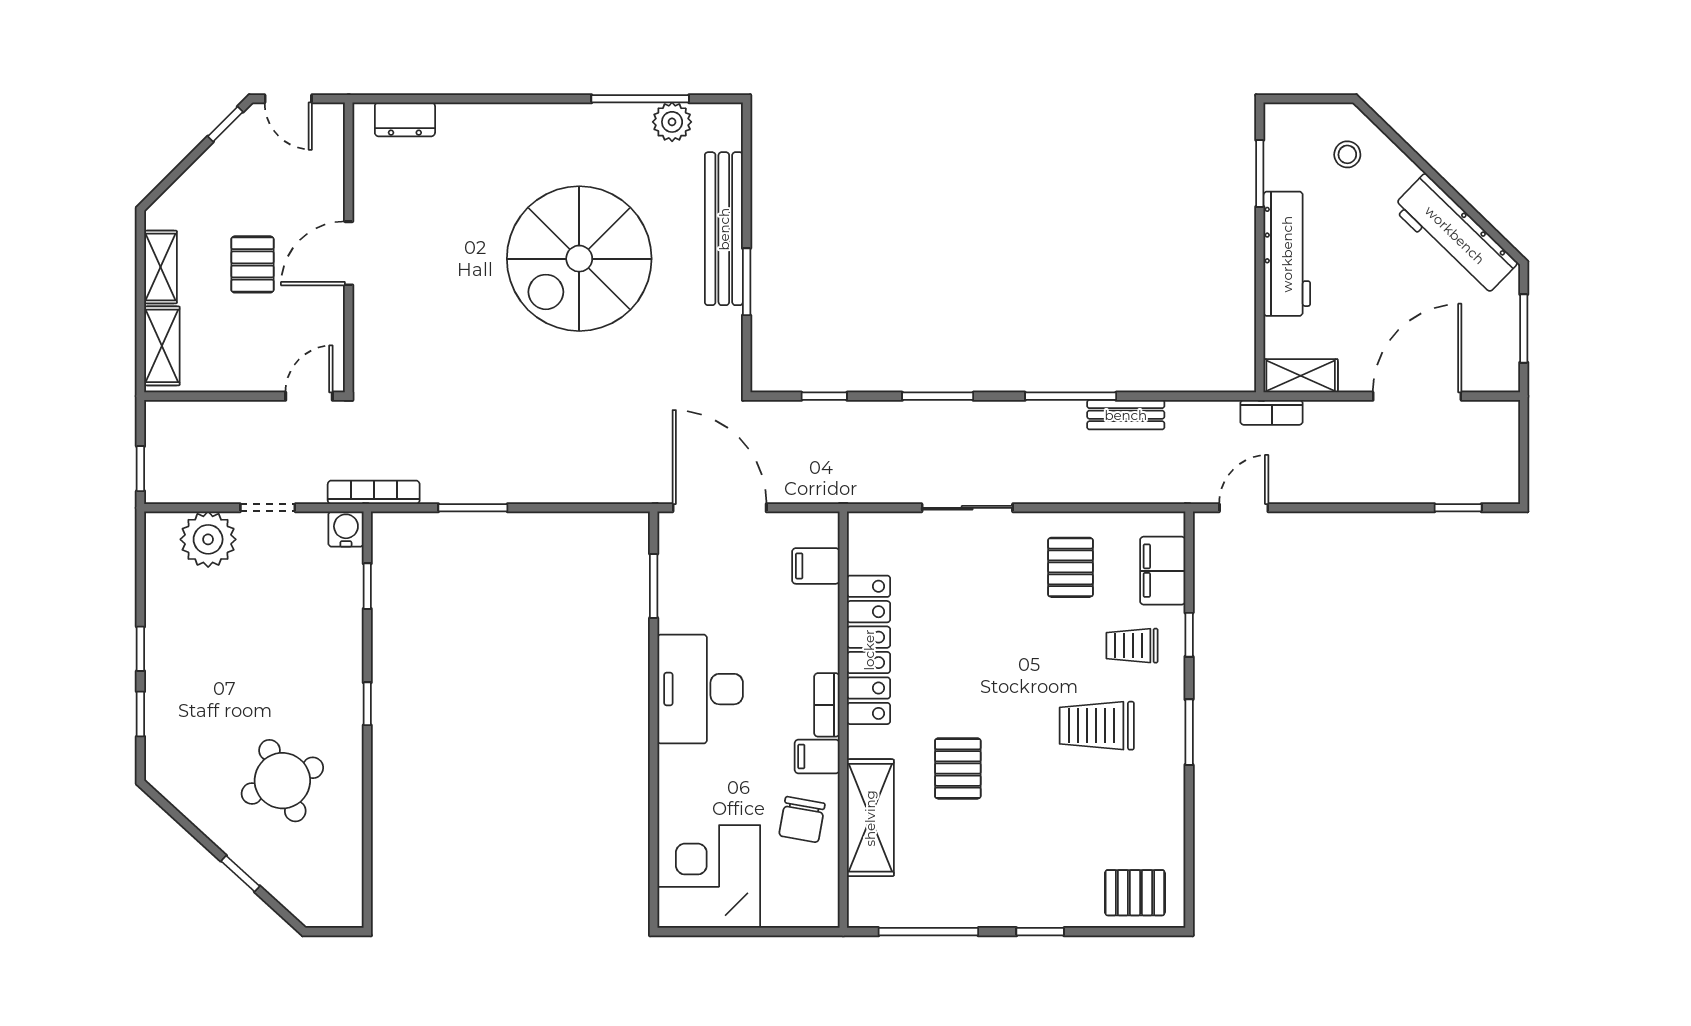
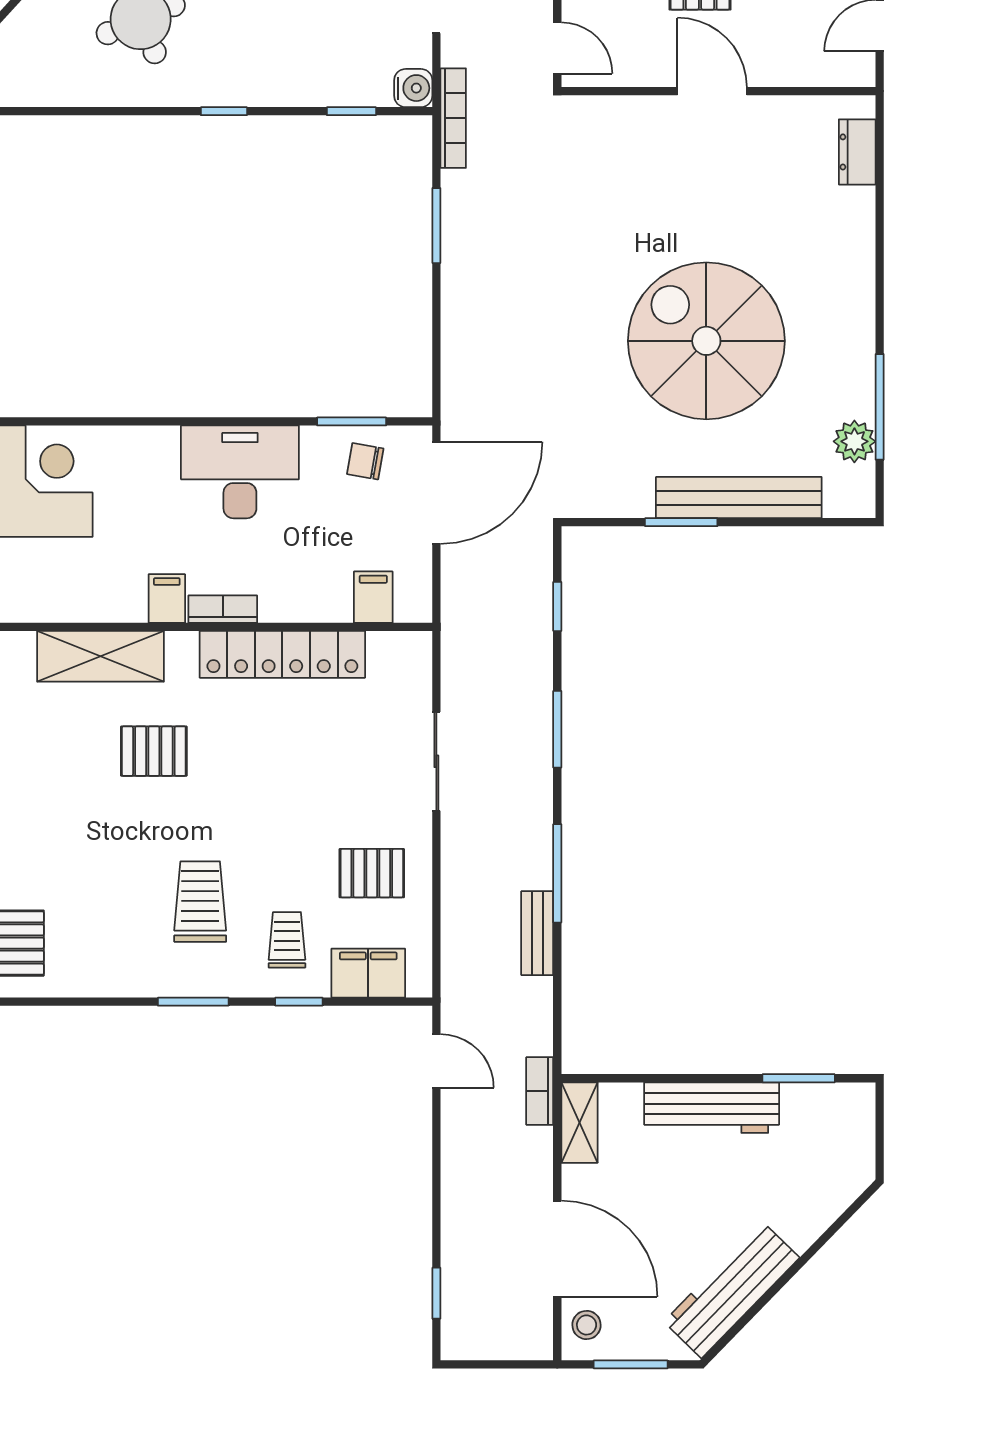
stool: (1347, 154) -> (587, 1325), moved
chair: (802, 820) -> (365, 461), moved, width x0.73, depth x0.73

